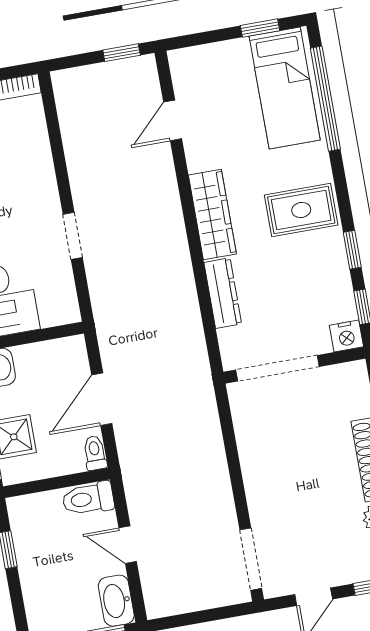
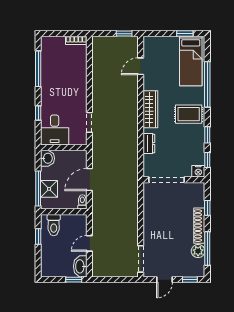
window: (325, 99) -> (207, 84), moved
doorway: (73, 236) -> (89, 122), moved
dresser: (223, 293) -> (149, 144), width x0.70
toilet: (88, 499) -> (54, 225), moved, turned -90
door: (128, 545) -> (89, 243), hinge flipped

